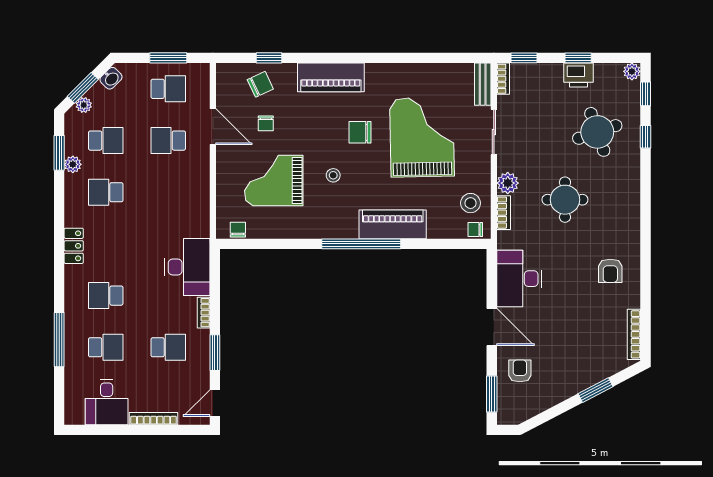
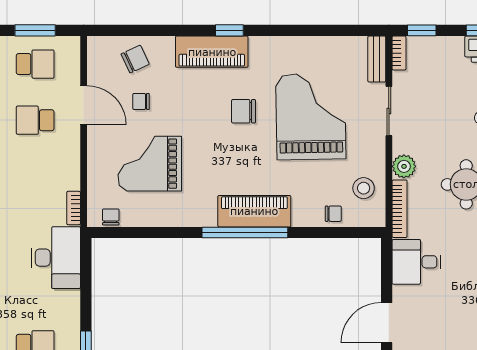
window: (269, 58) -> (229, 30), moved
chair: (266, 123) -> (141, 101), turned 90
stool: (333, 175) -> (214, 158), removed
bookcase: (504, 213) -> (400, 209), width x1.56
piano: (393, 224) -> (254, 211), moved
chair: (475, 229) -> (333, 214), moved, turned 180
desk: (519, 279) -> (416, 262), width x0.73
bookcase: (204, 313) -> (74, 208), moved
door: (492, 327) -> (387, 323), swing flipped

